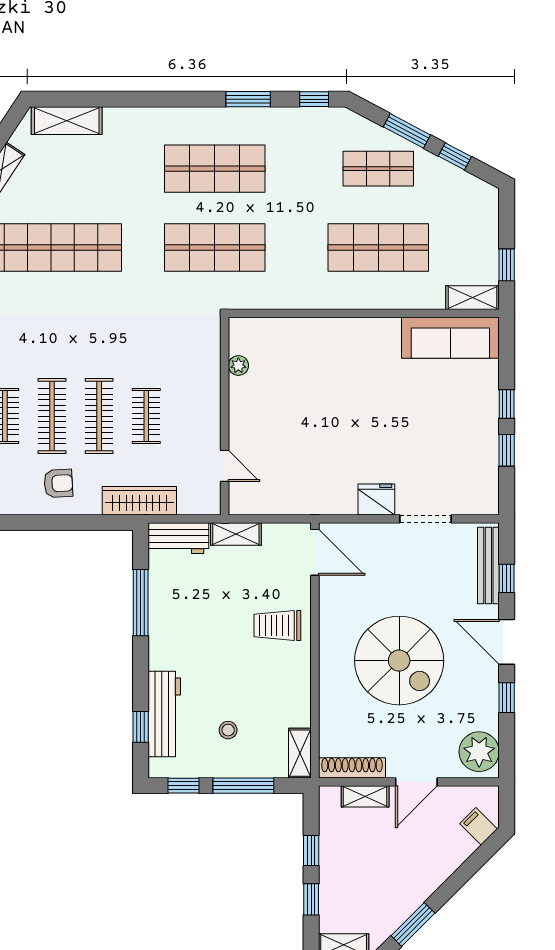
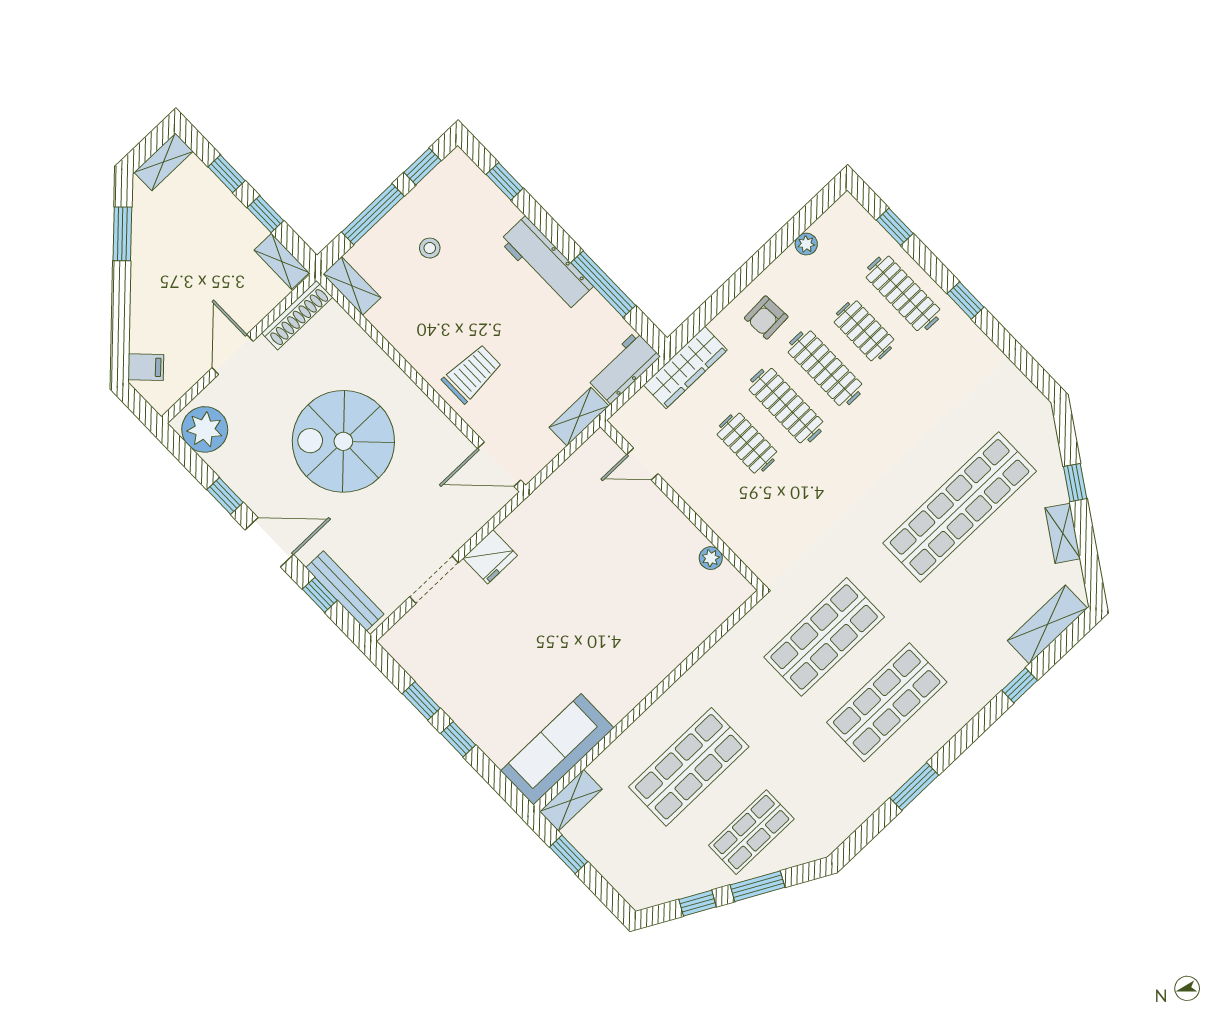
window: (314, 99) -> (1020, 685), moved
workbench: (164, 714) -> (546, 264), moved
shelving: (365, 796) -> (282, 261), moved, turned 90

